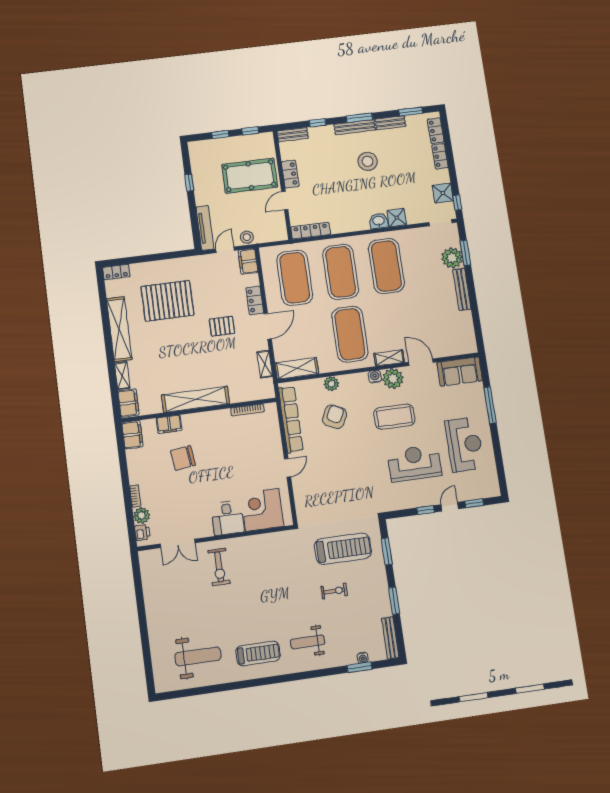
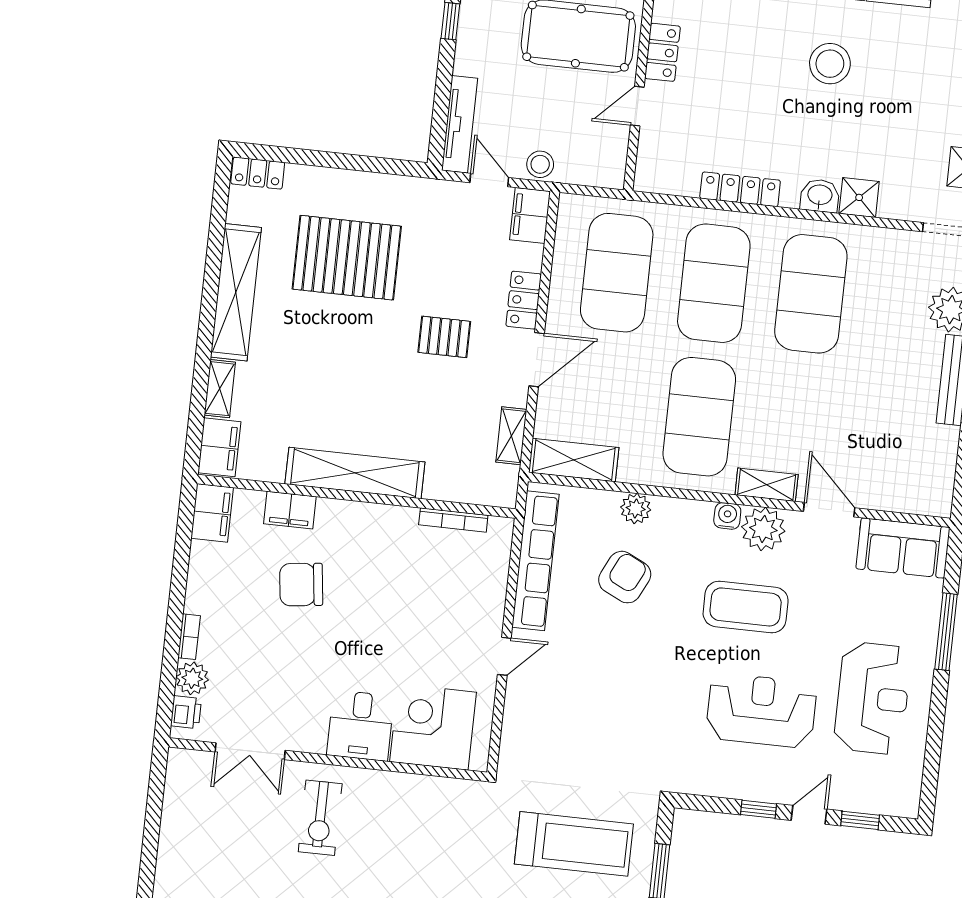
locker: (311, 231) -> (740, 189), moved
door: (225, 250) -> (489, 180), hinge flipped

